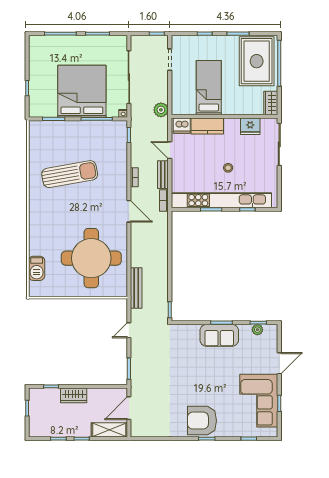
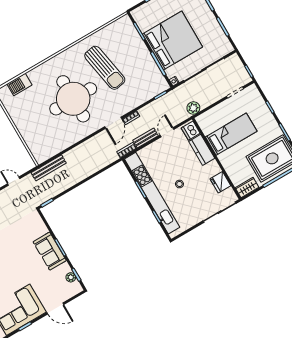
door: (129, 211) -> (113, 123), moved
round table: (91, 258) -> (73, 99), moved

